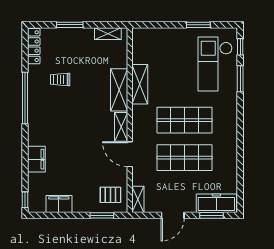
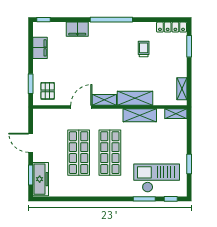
window: (70, 25) -> (189, 46), moved
window: (25, 98) -> (111, 20), moved
shelving: (138, 199) -> (176, 114), moved

